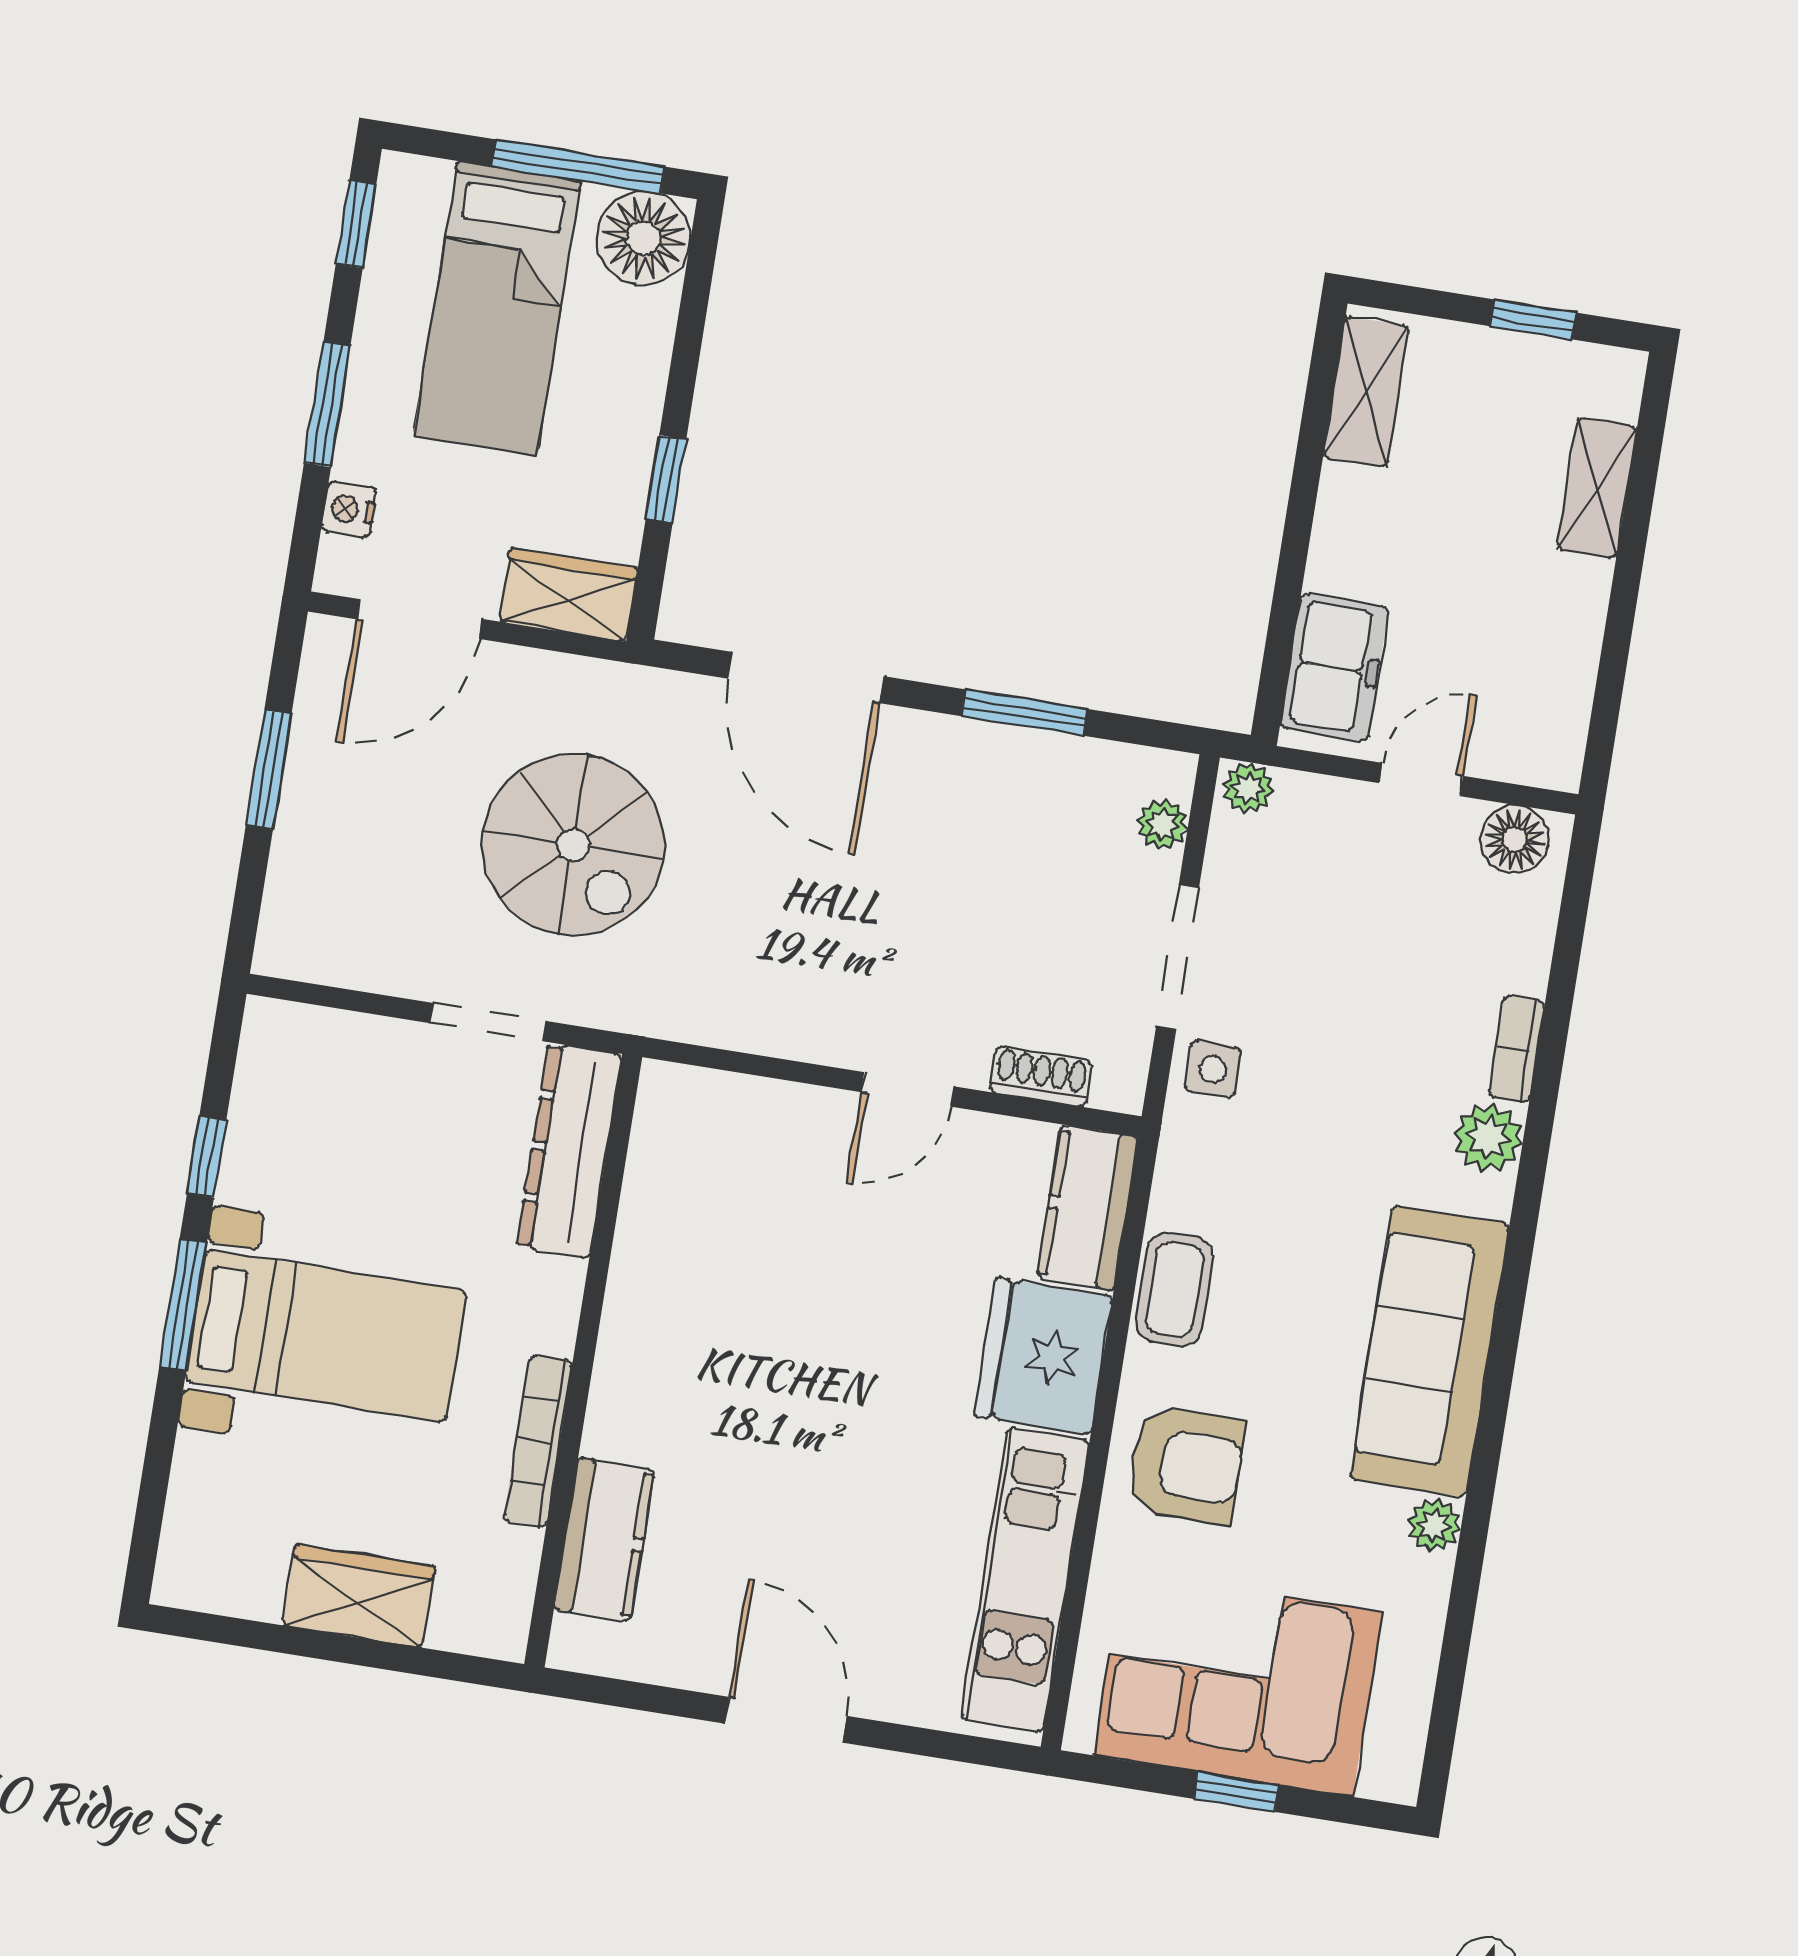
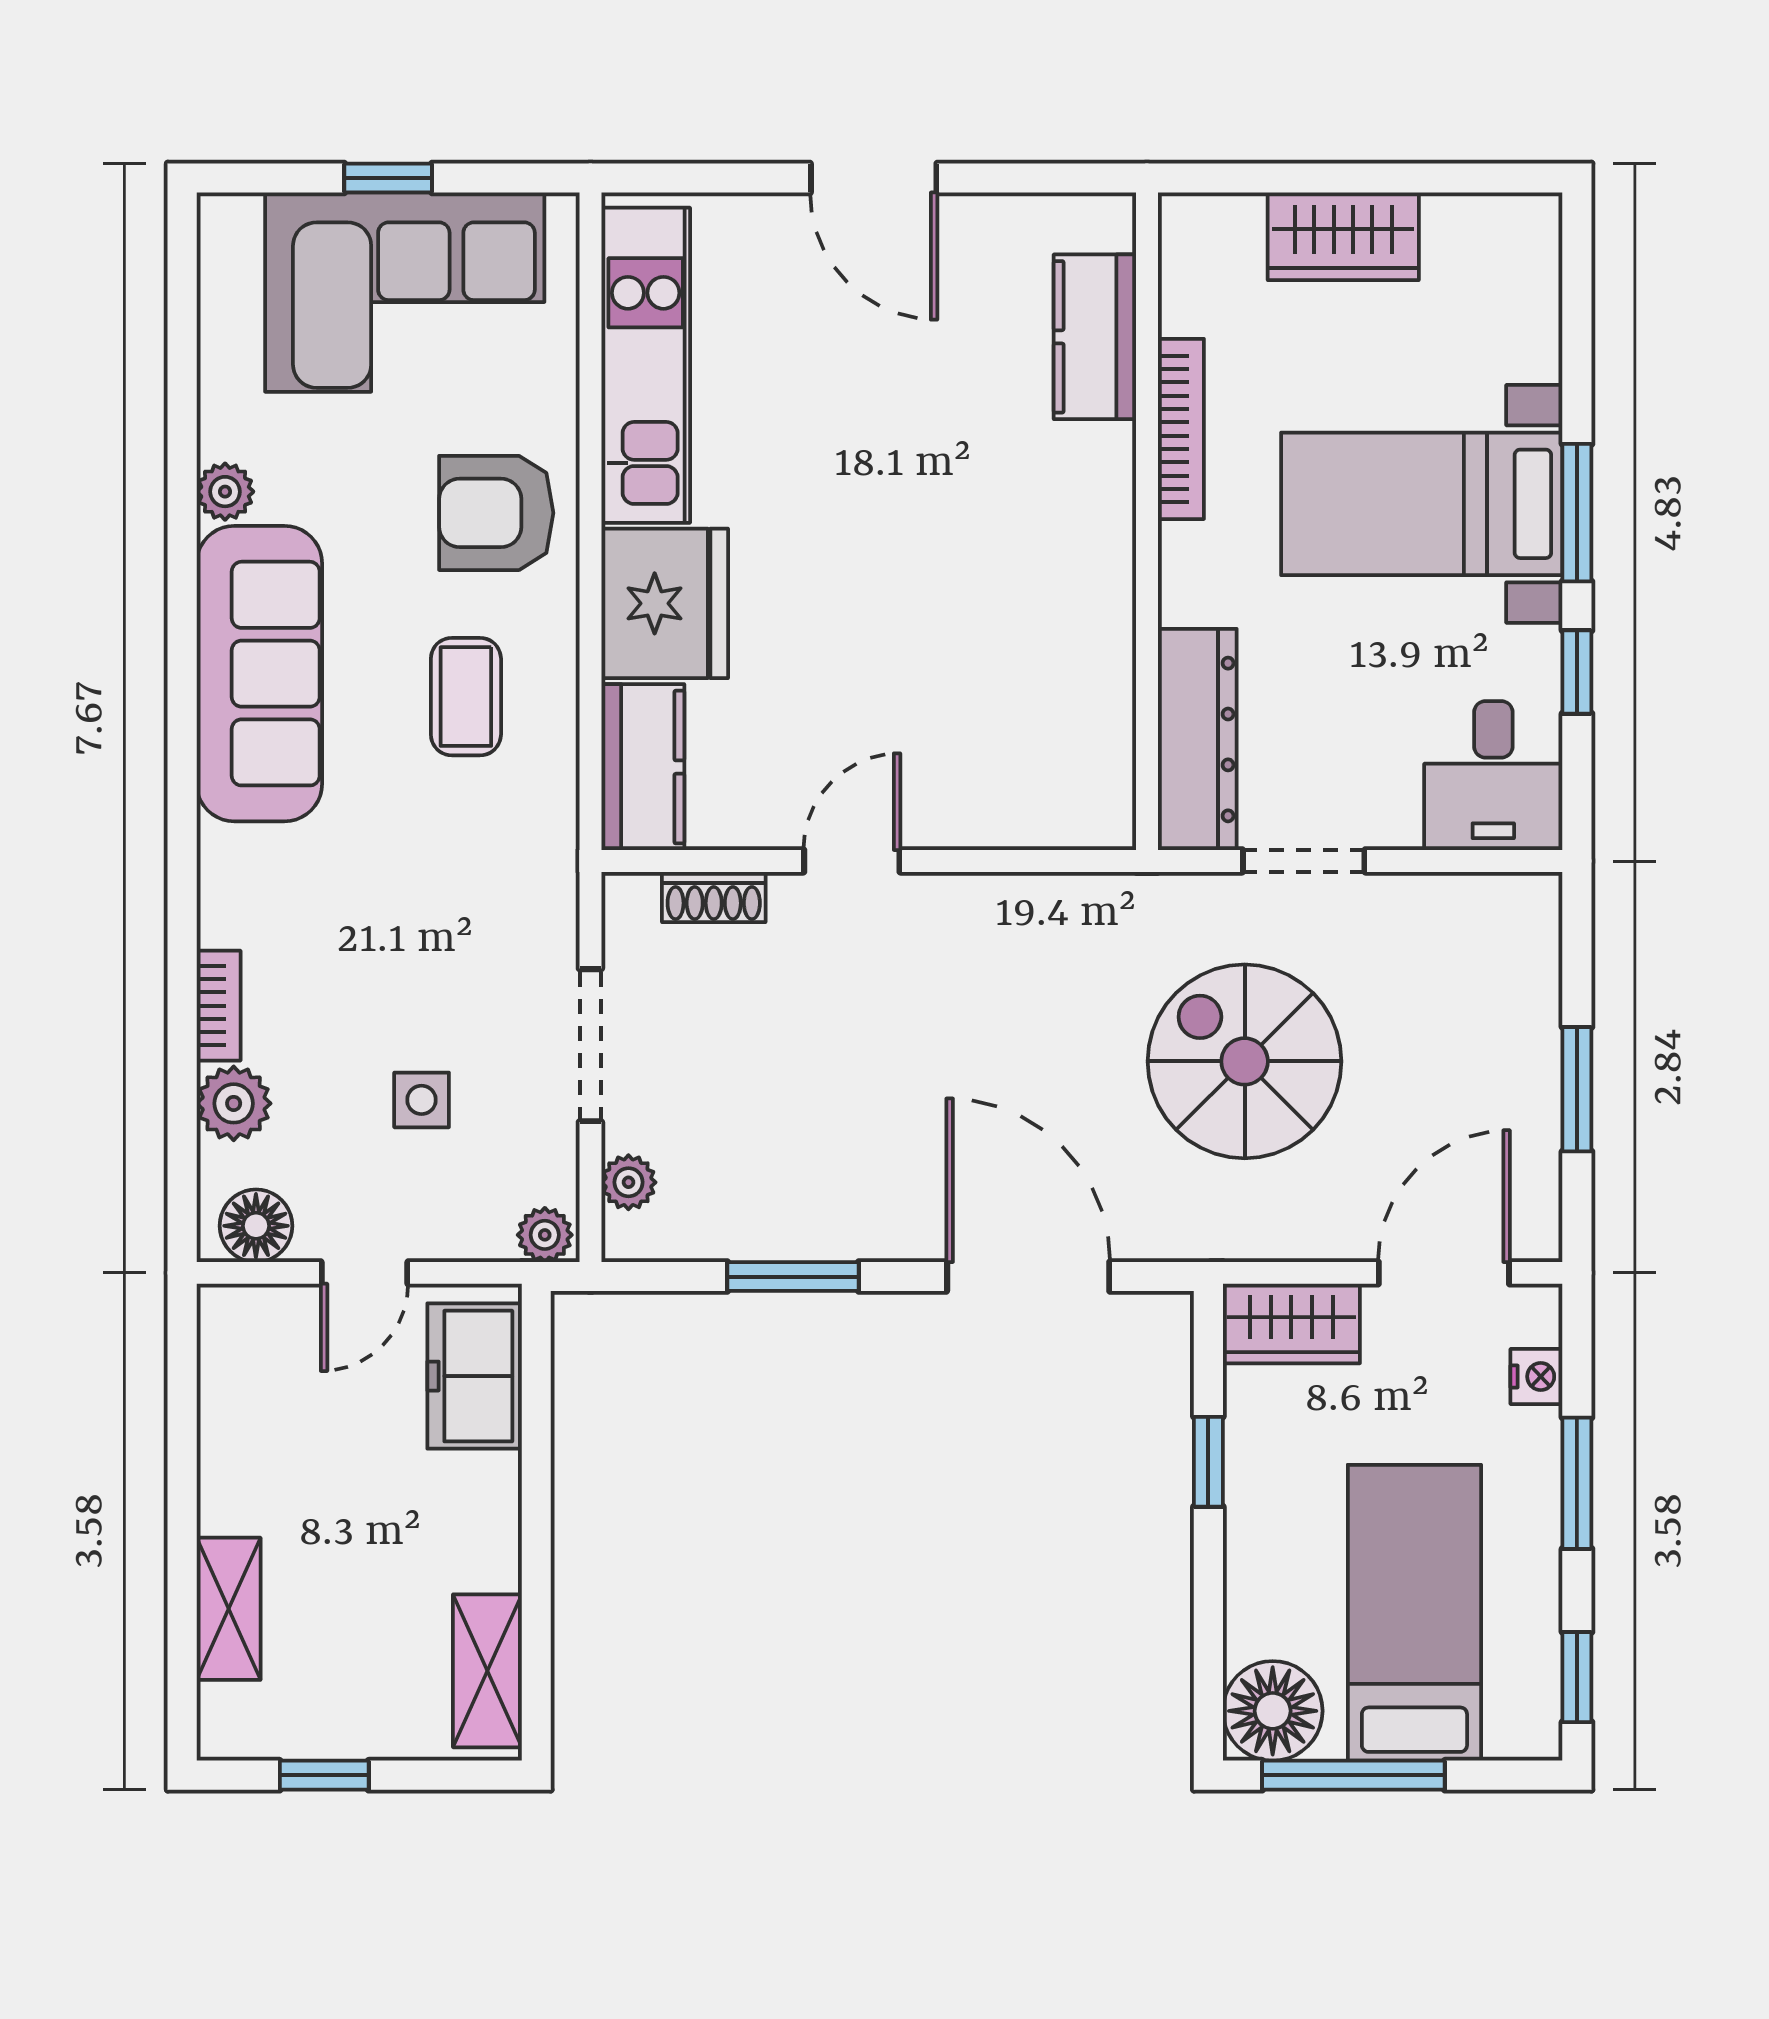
side table: (1213, 1069) -> (422, 1100), moved
desk: (300, 1073) -> (1493, 776), added
plant: (1488, 1138) -> (234, 1103), moved
coffee table: (1175, 1289) -> (466, 697), moved

